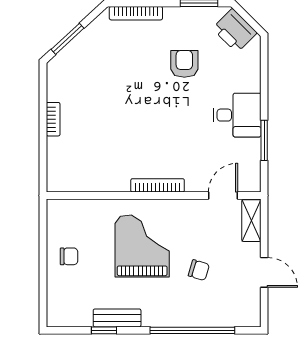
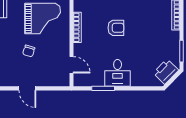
armchair: (184, 64) -> (116, 28), moved
shelving: (251, 221) -> (57, 81), removed
door: (264, 272) -> (27, 88), hinge flipped

